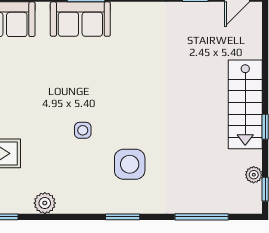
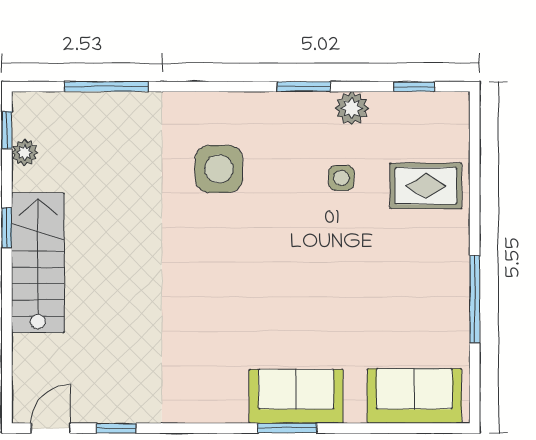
side table: (83, 130) -> (341, 178), moved
window: (123, 217) -> (304, 87), moved

